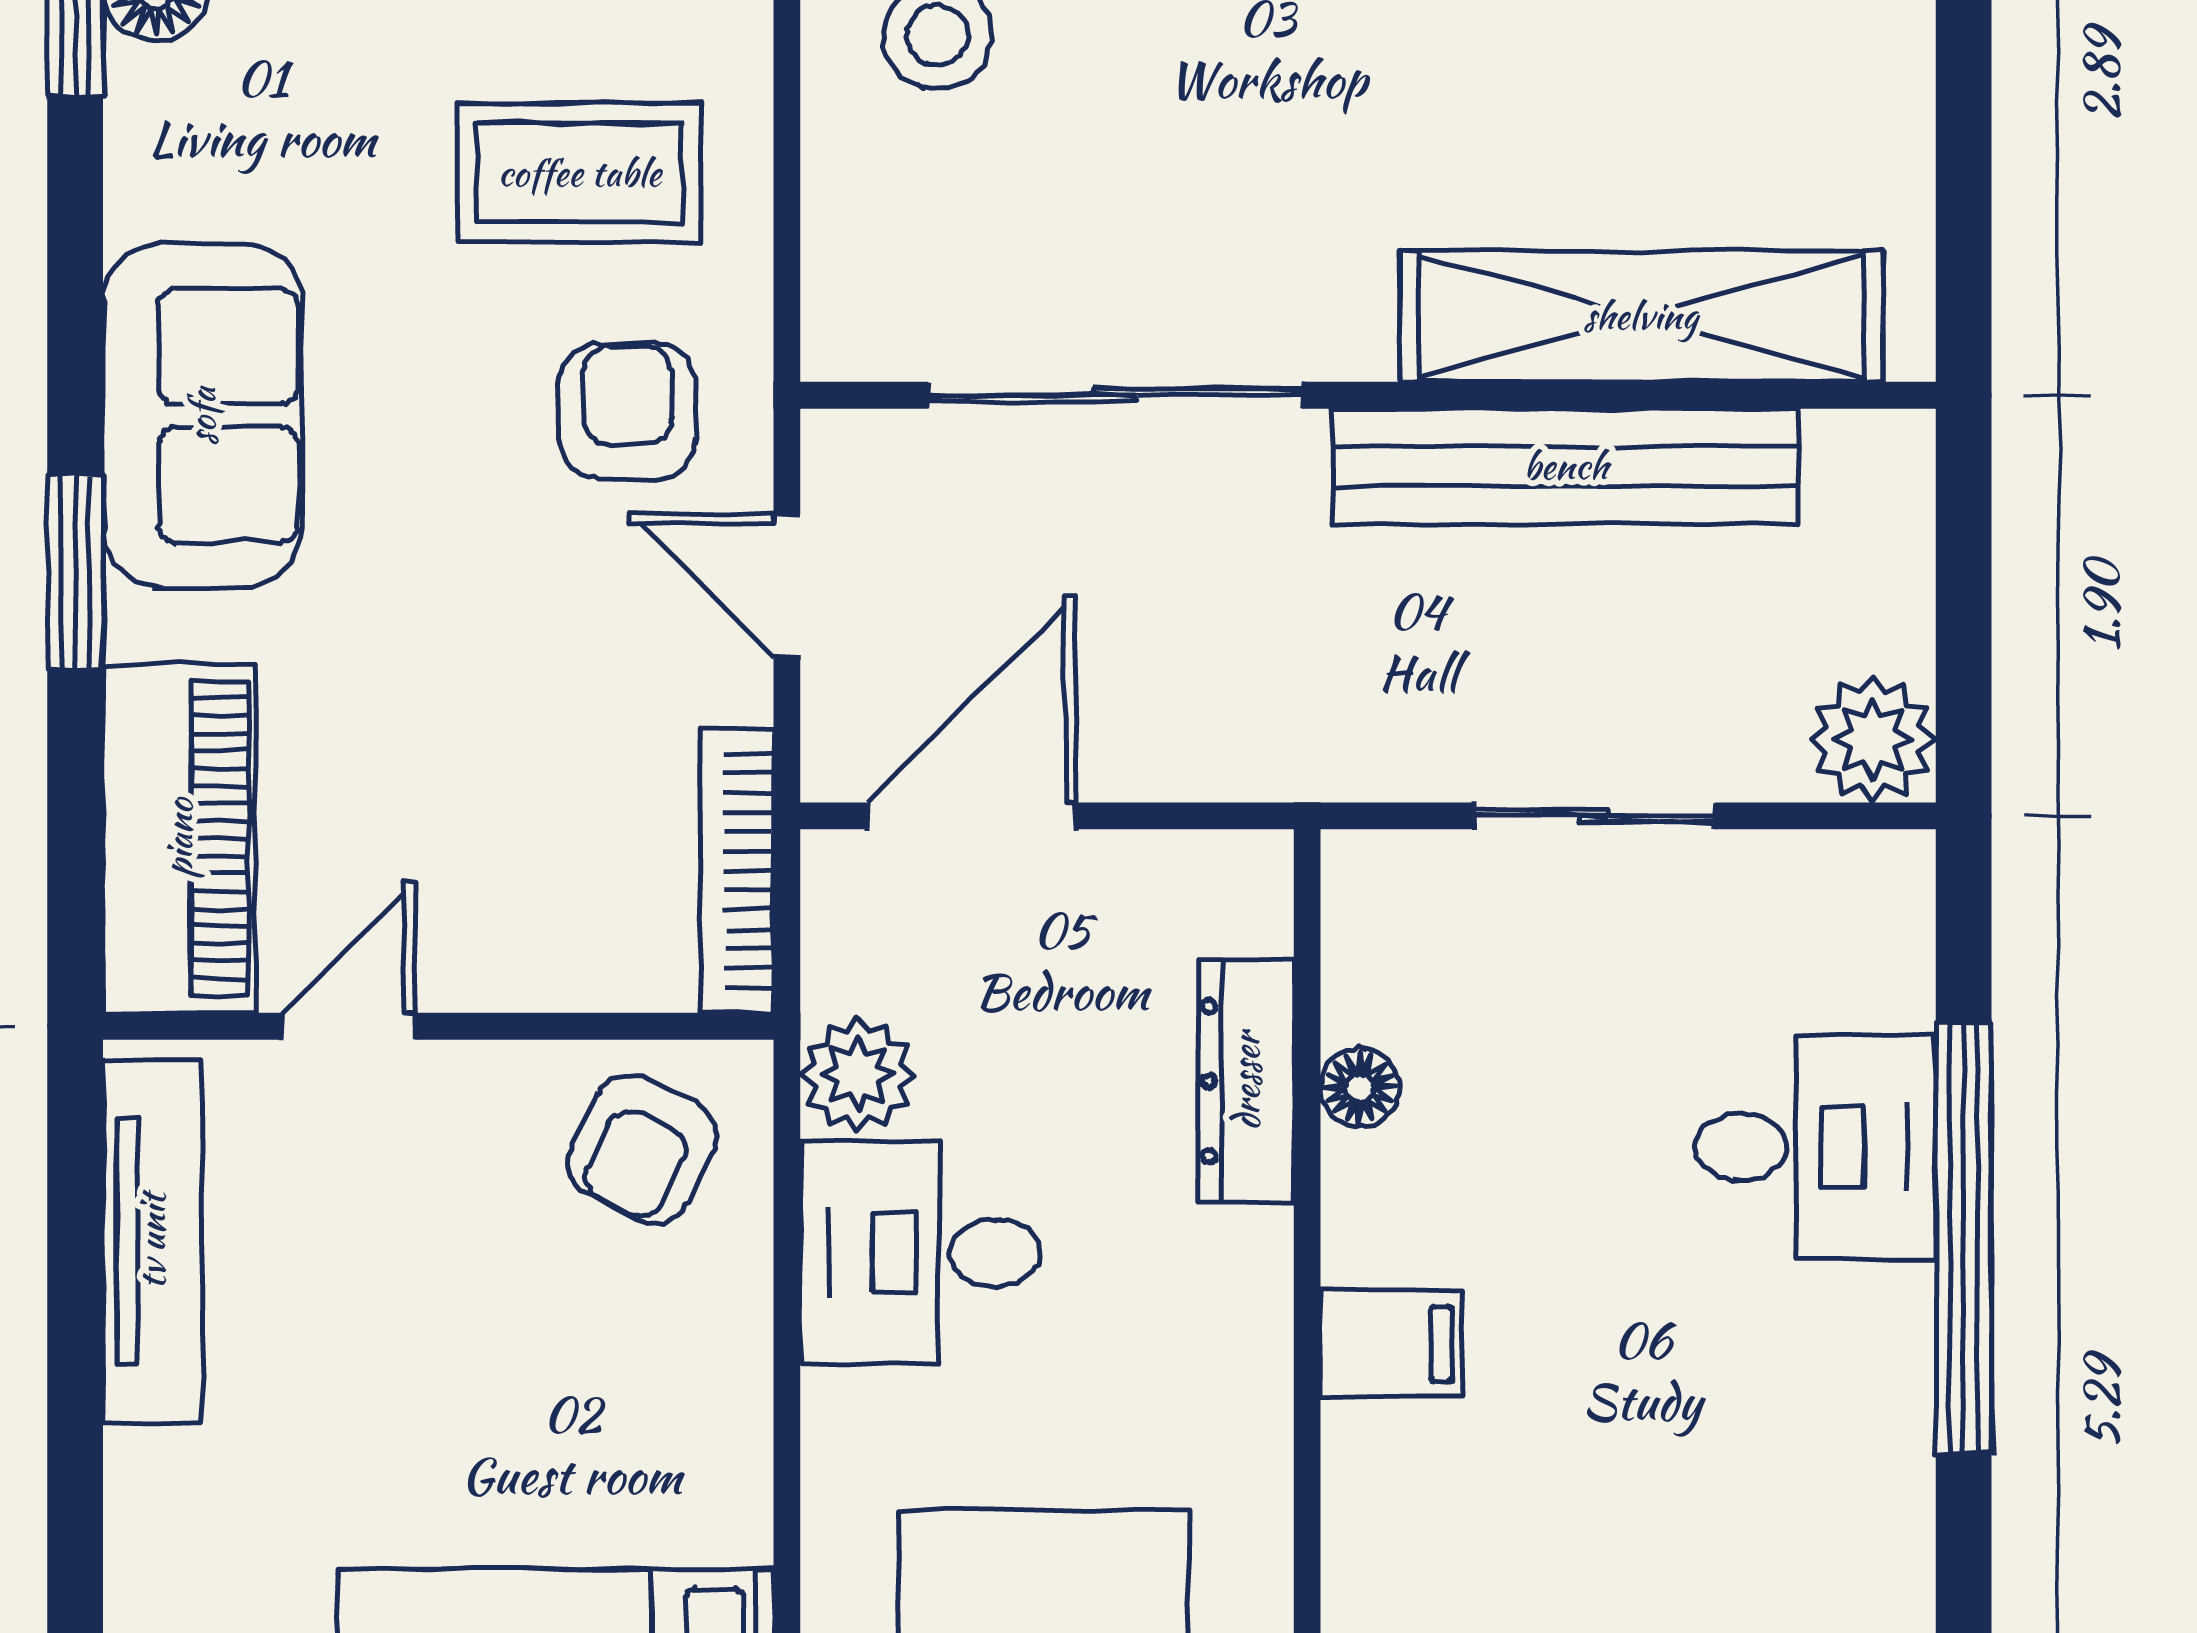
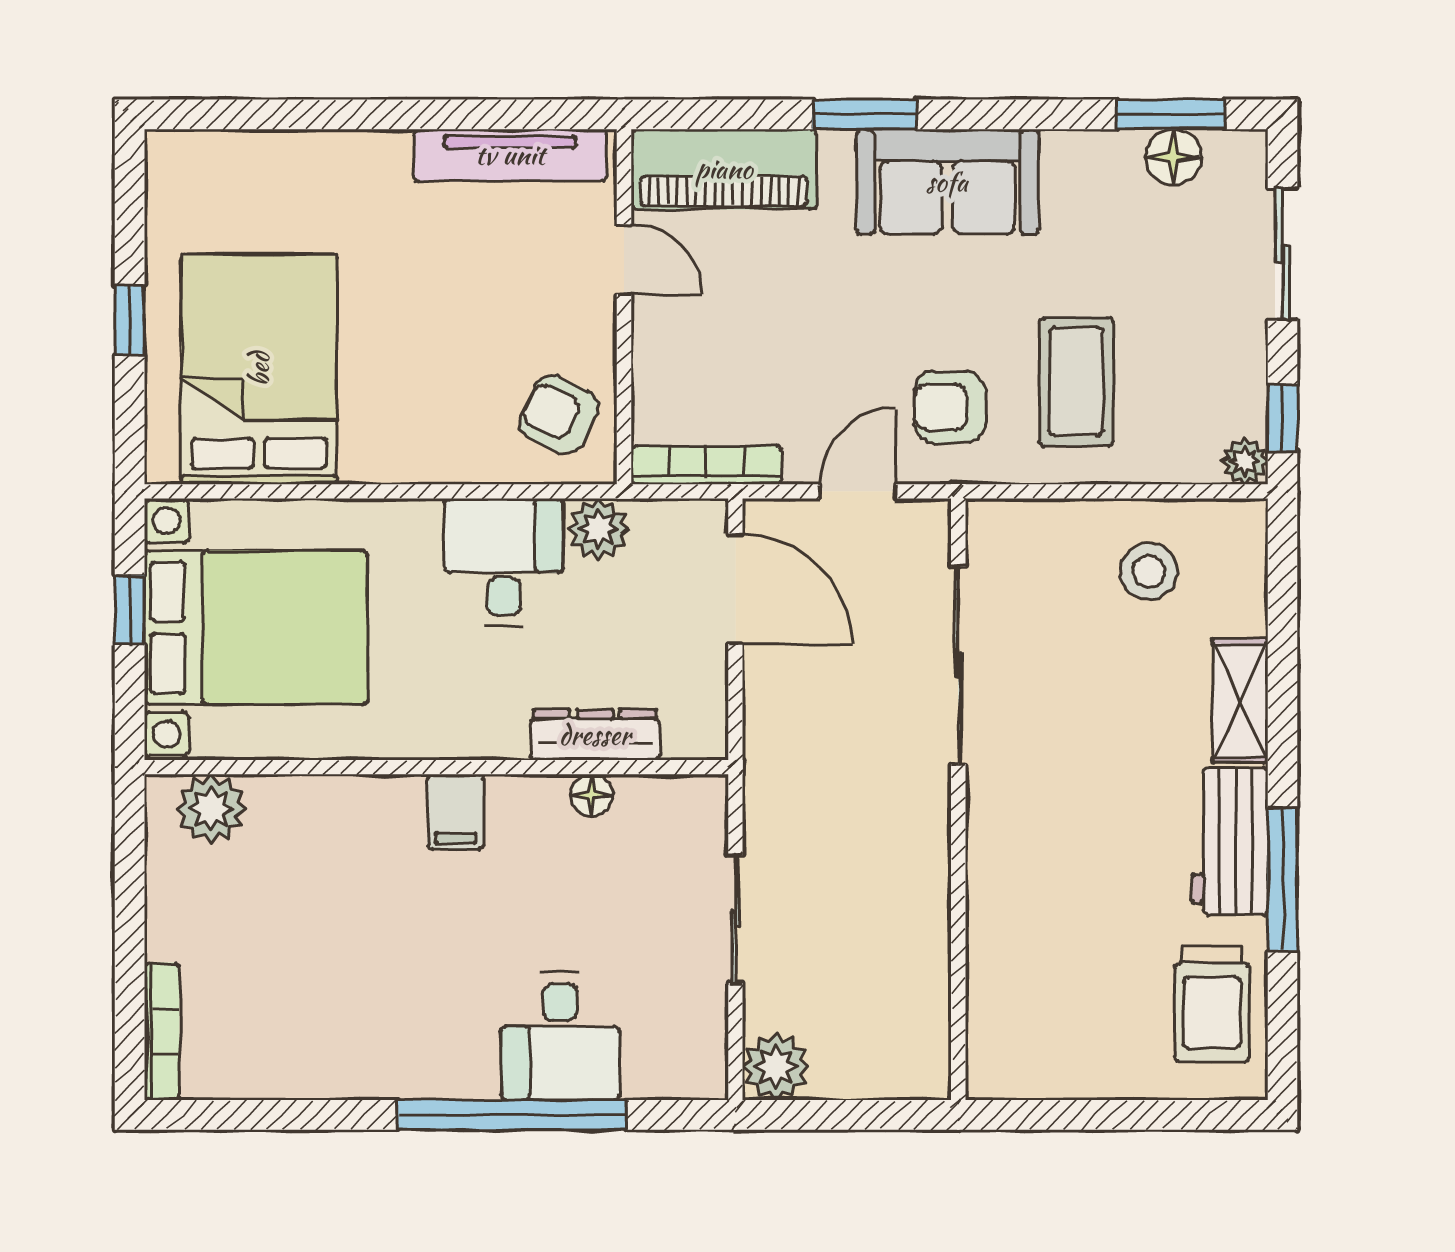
shelving: (1641, 316) -> (1000, 944), removed
armchair: (628, 411) -> (950, 407), turned 180
bench: (1566, 466) -> (921, 904), removed

